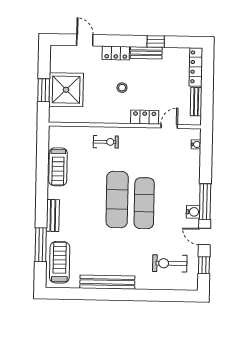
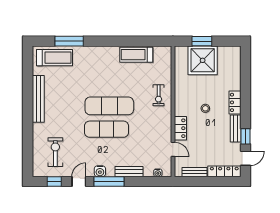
door: (85, 40) -> (245, 158), moved
bench: (53, 215) -> (129, 172), moved

